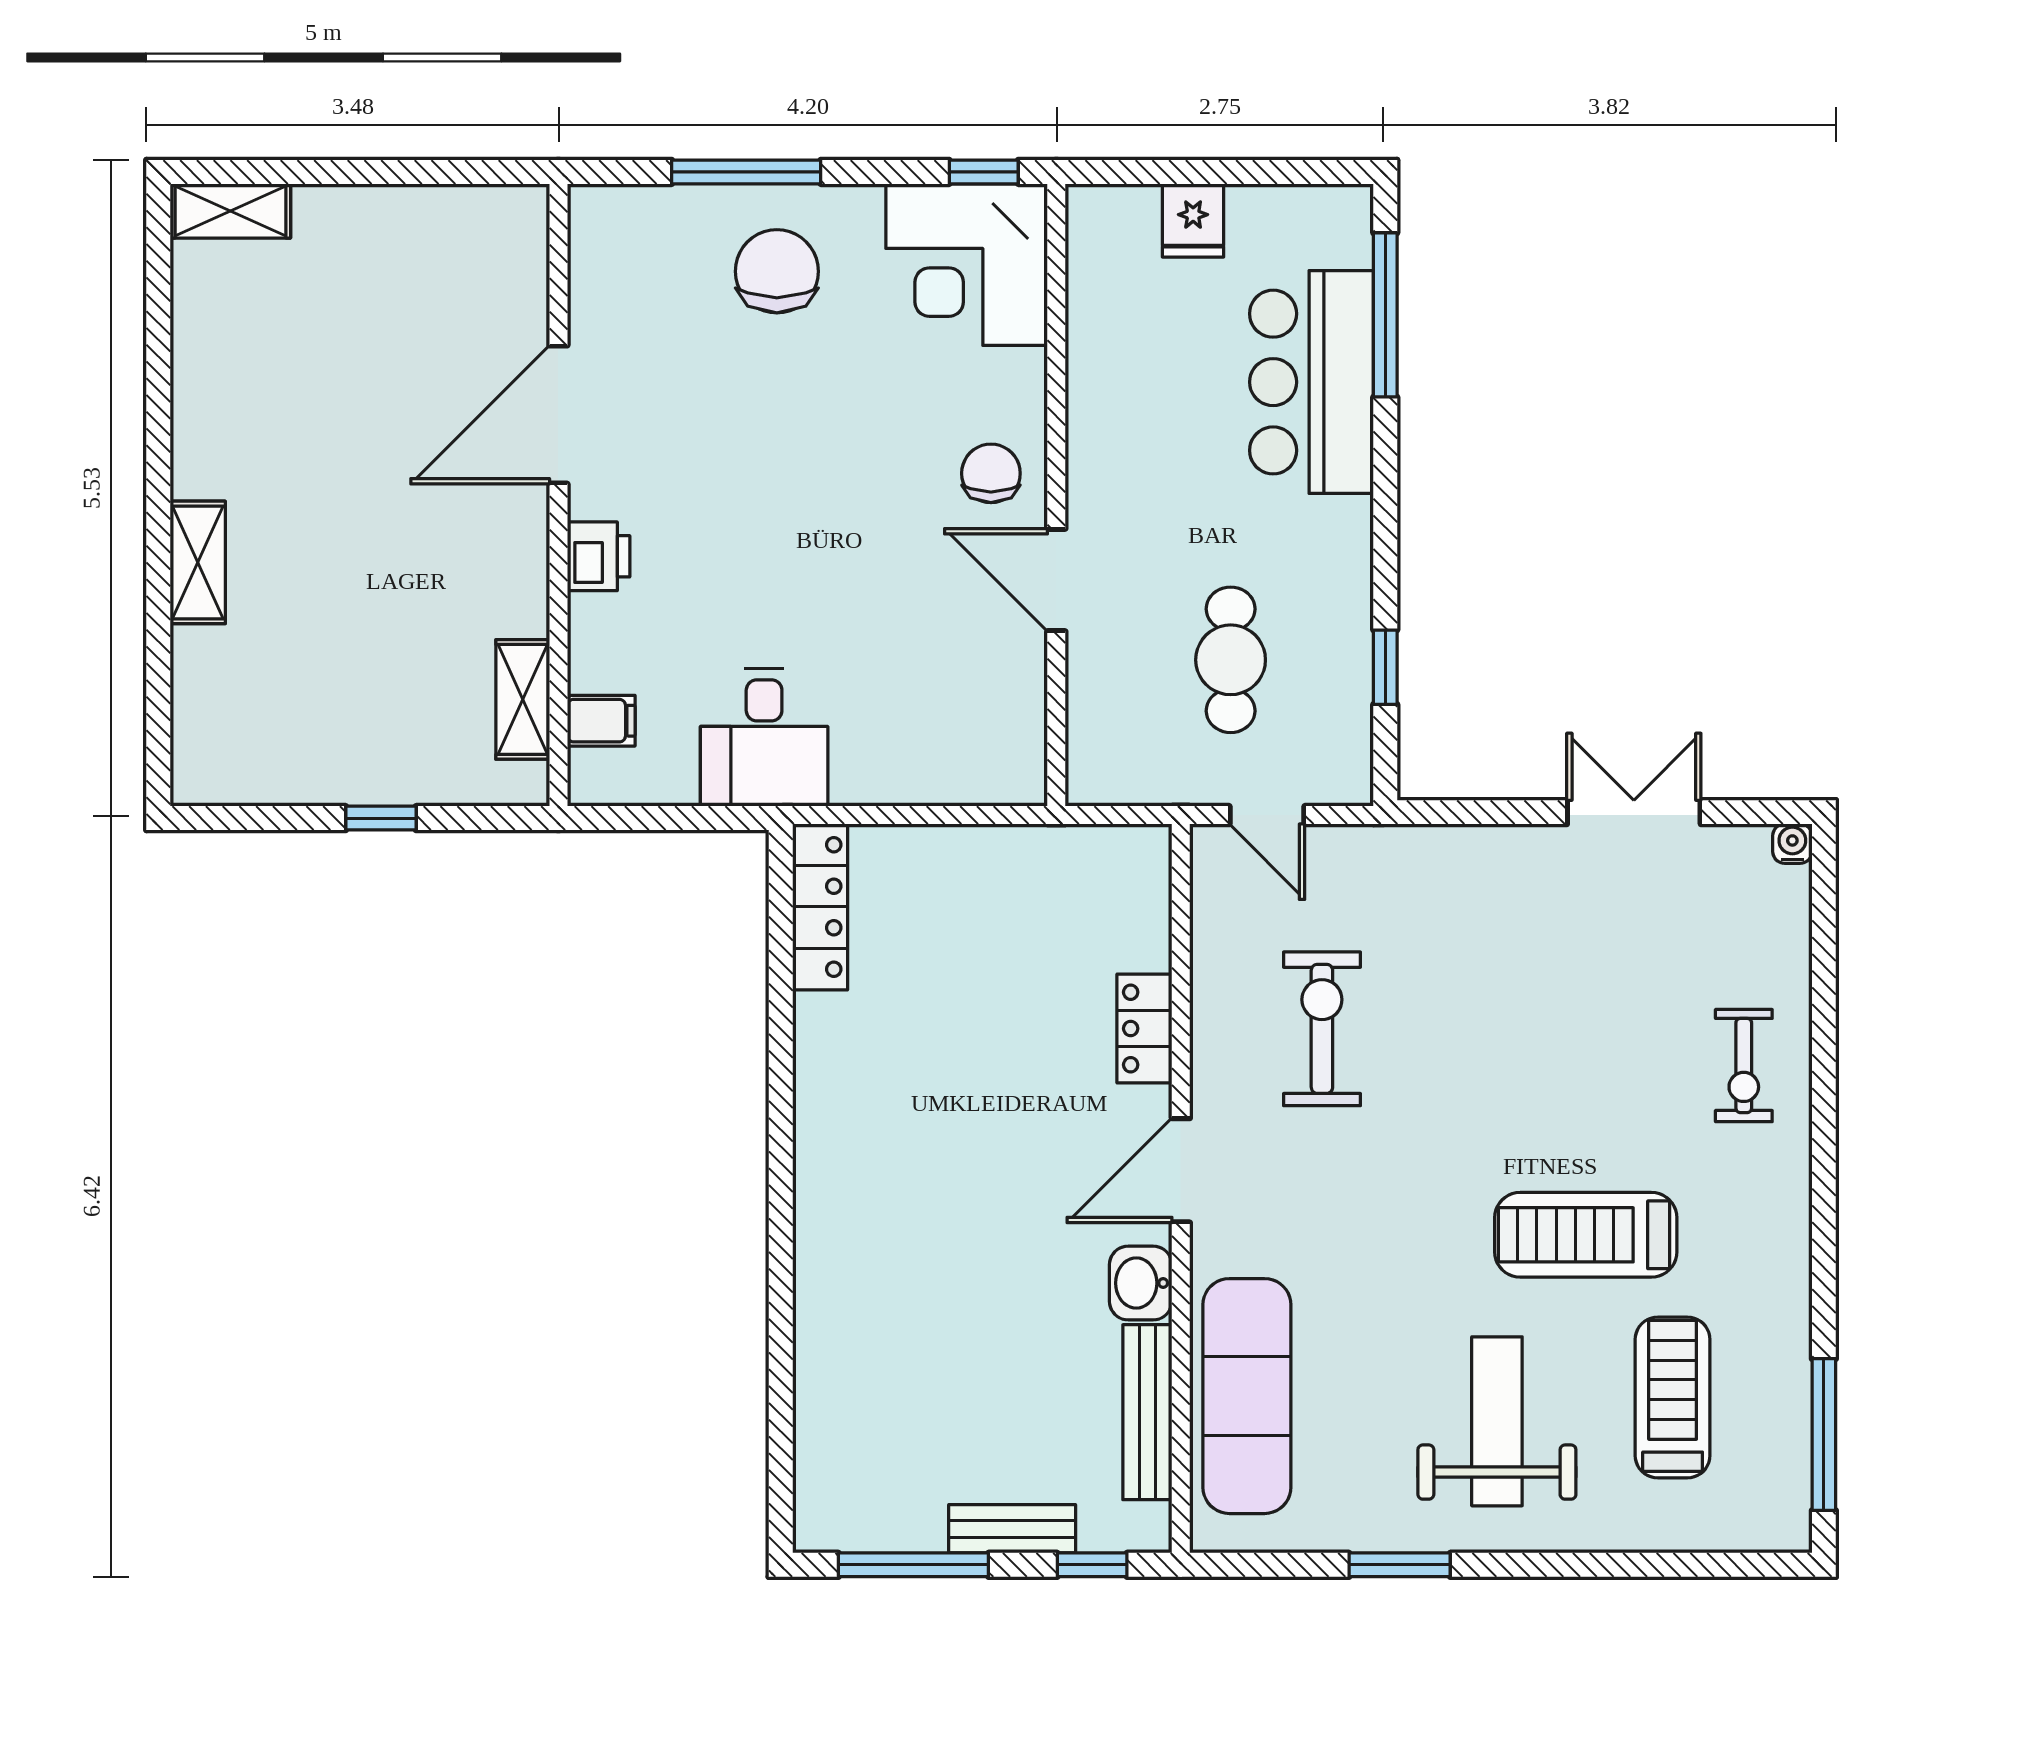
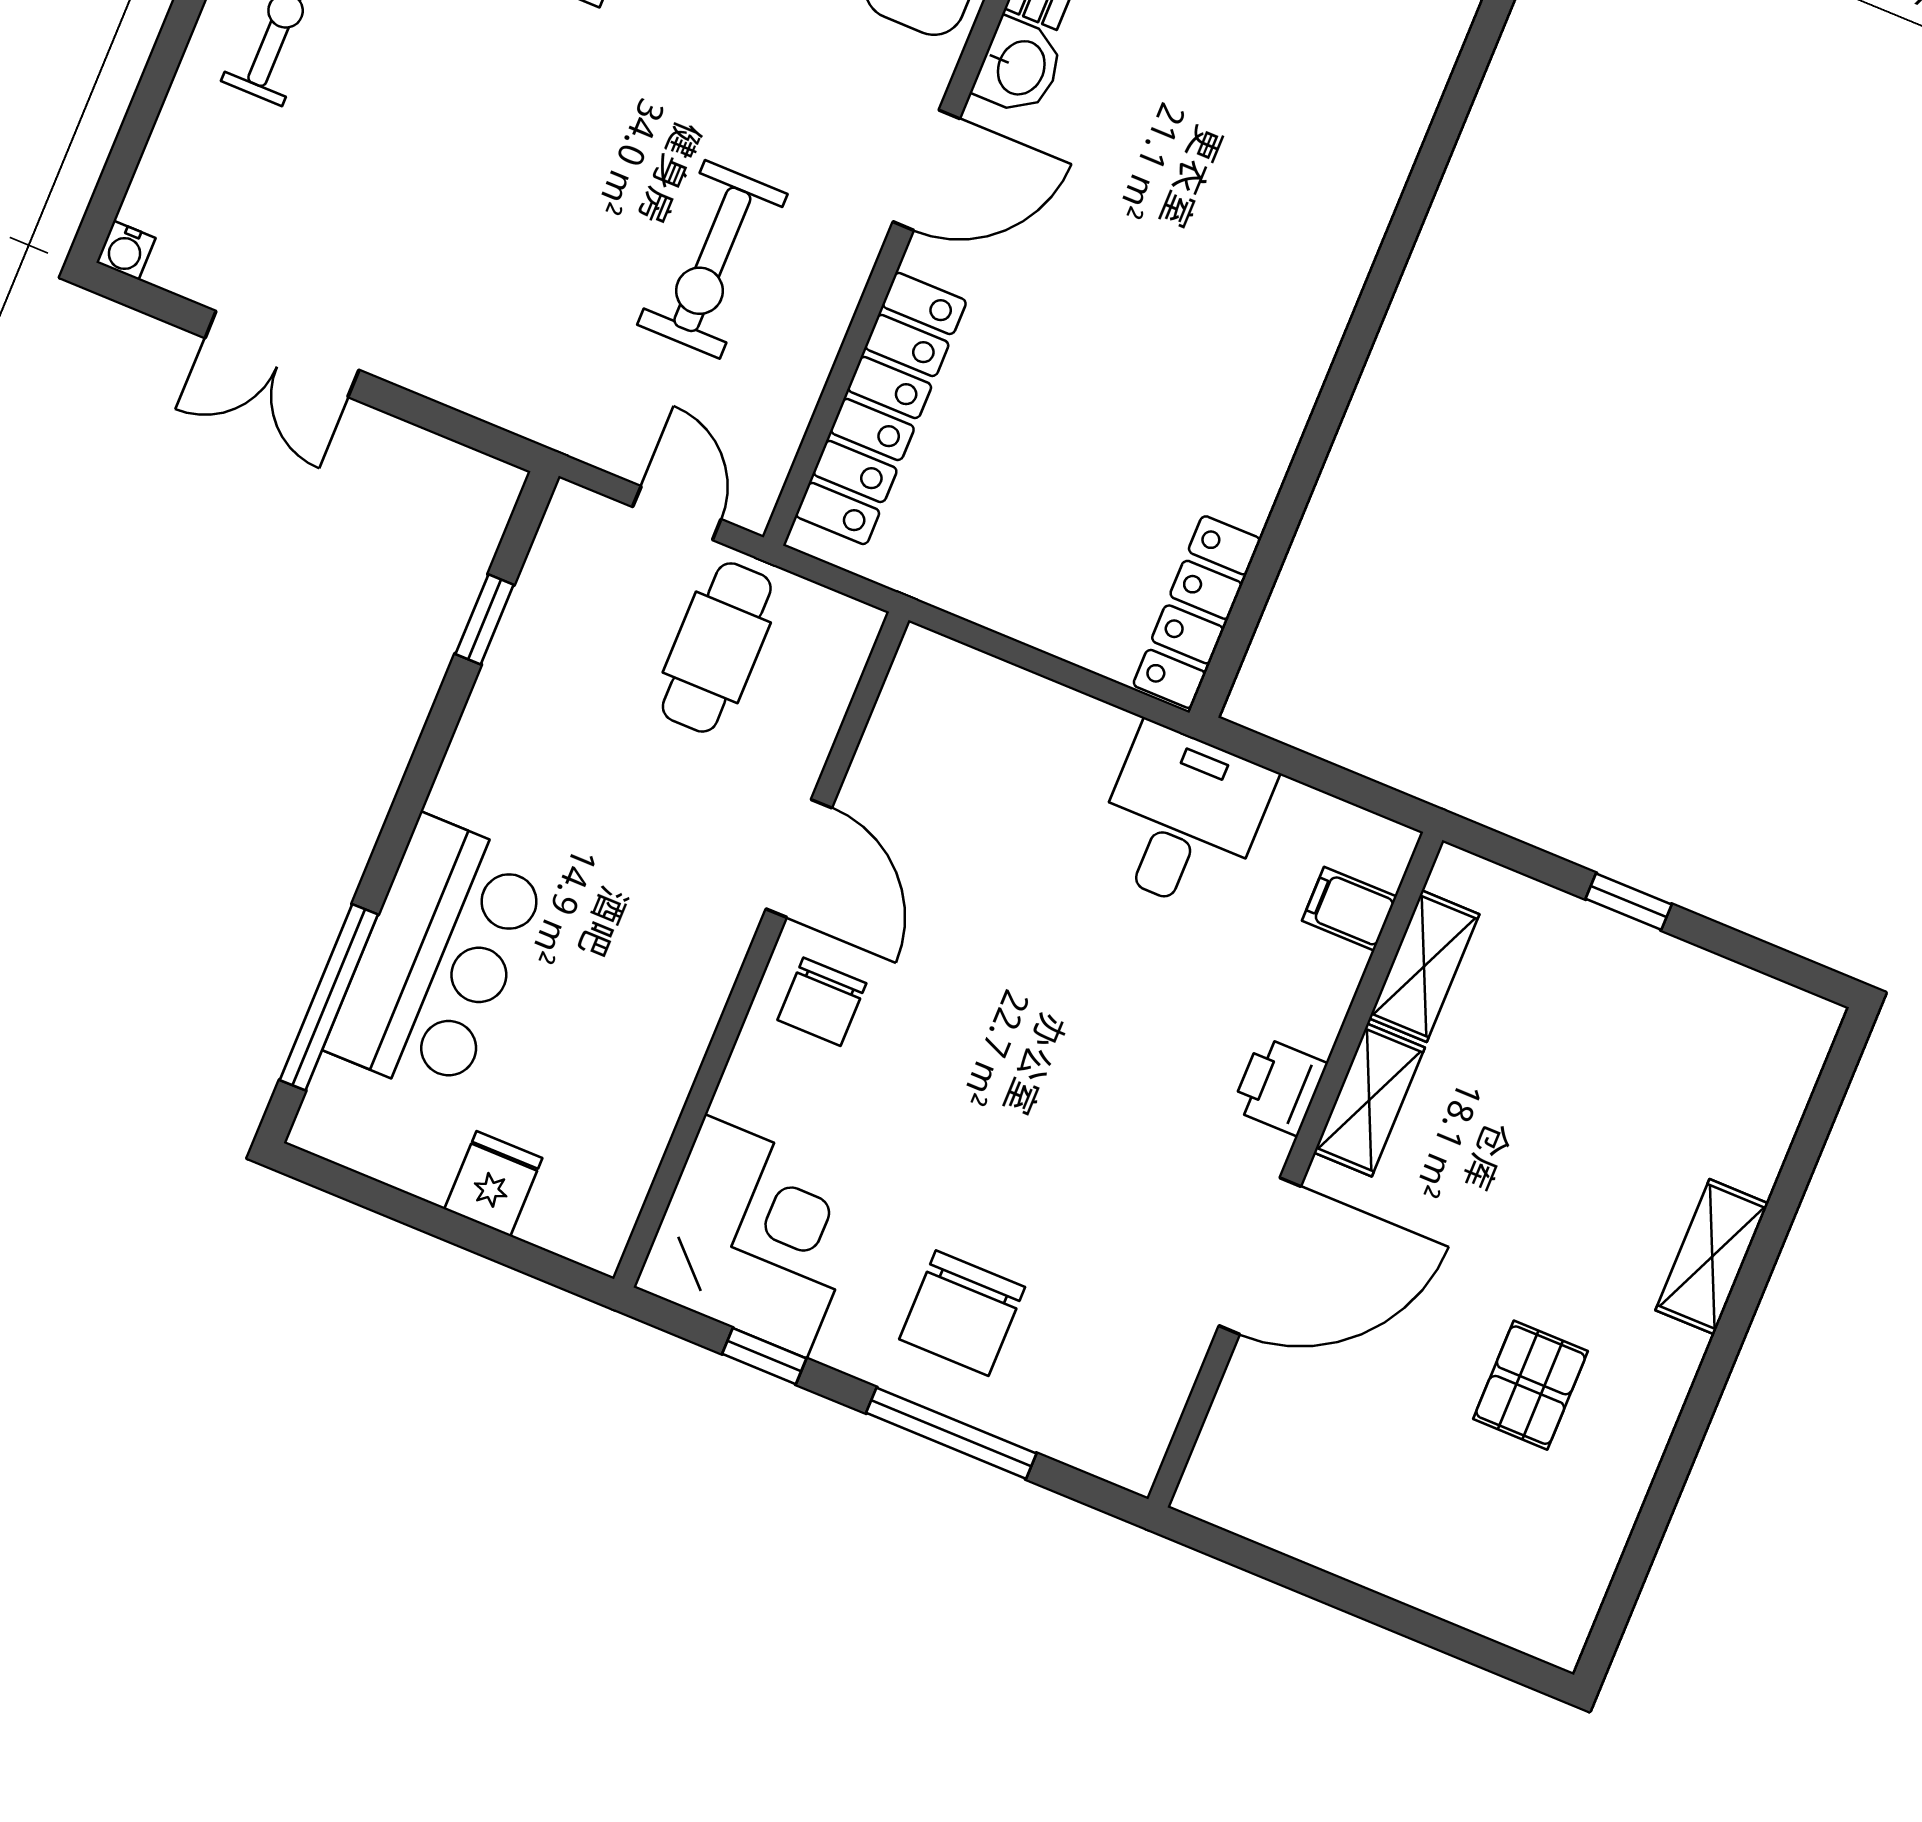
window: (984, 172) -> (764, 1356), moved
shelving: (230, 211) -> (1369, 1100), moved, turned 90
pallet: (300, 401) -> (1531, 1385), added
cafe table: (1231, 660) -> (717, 647), moved
locker: (1144, 1028) -> (881, 408), width x2.16, depth x1.21

